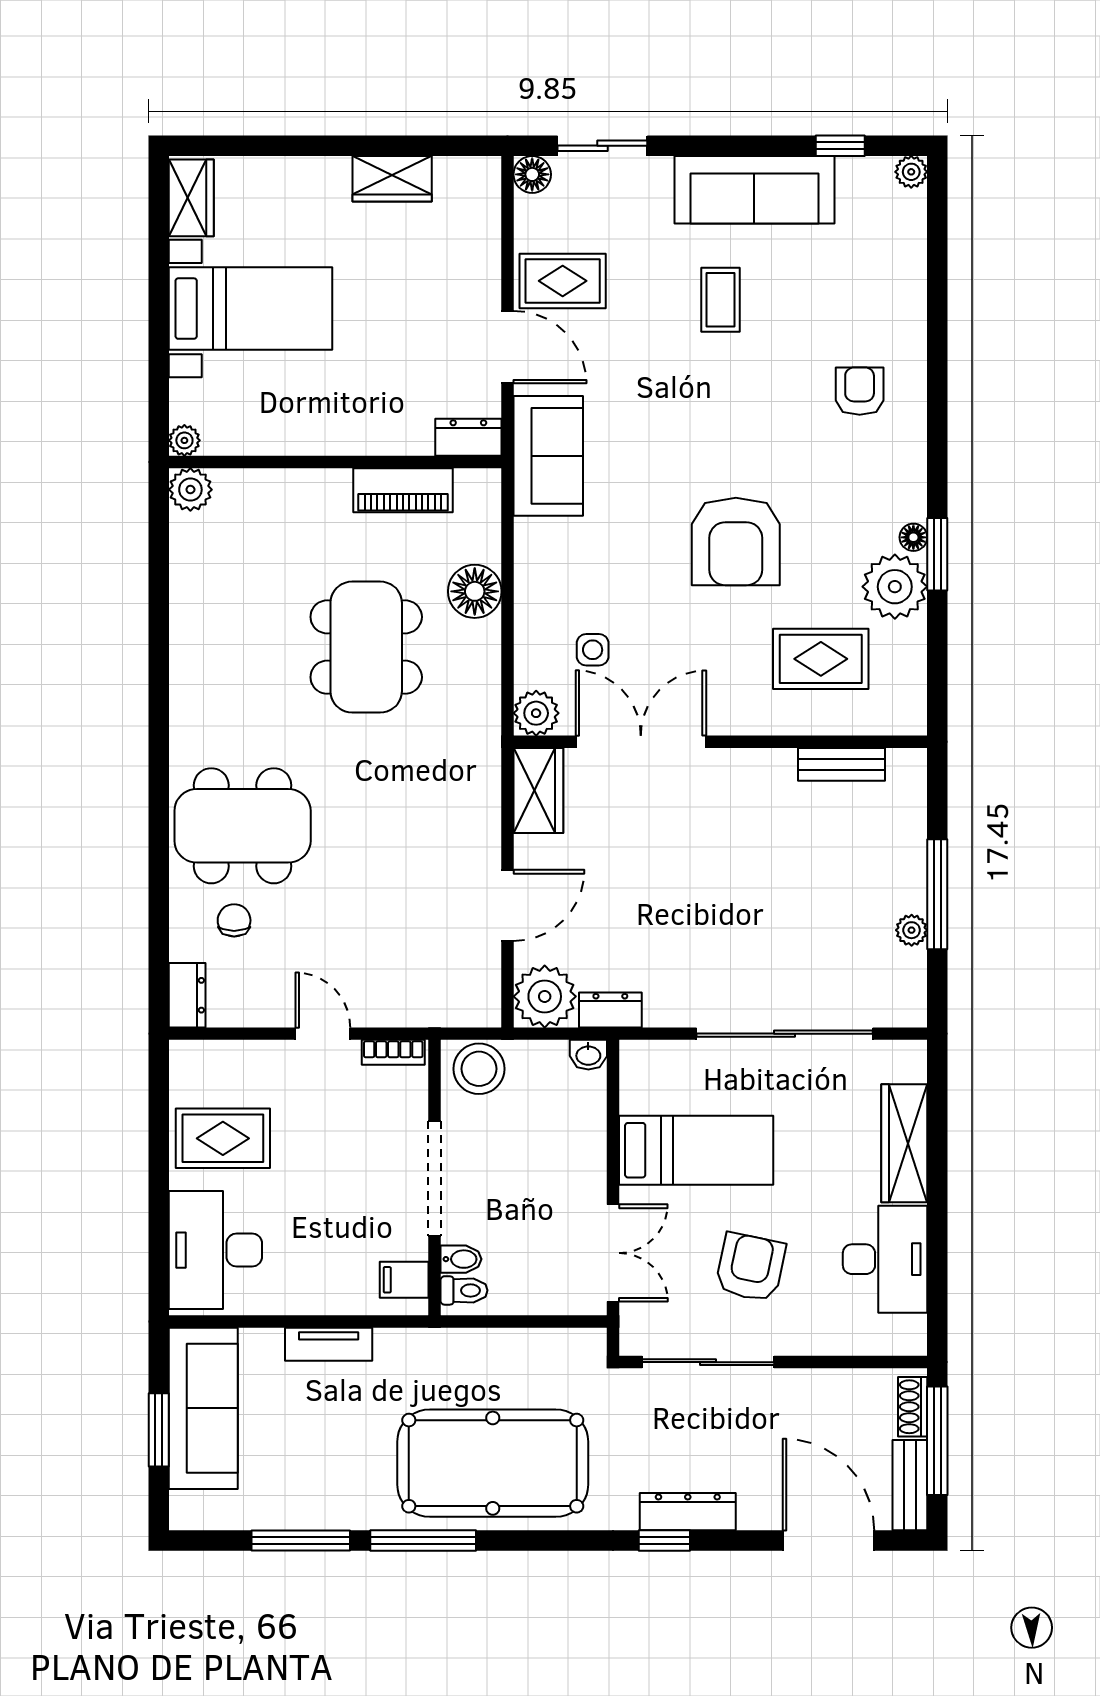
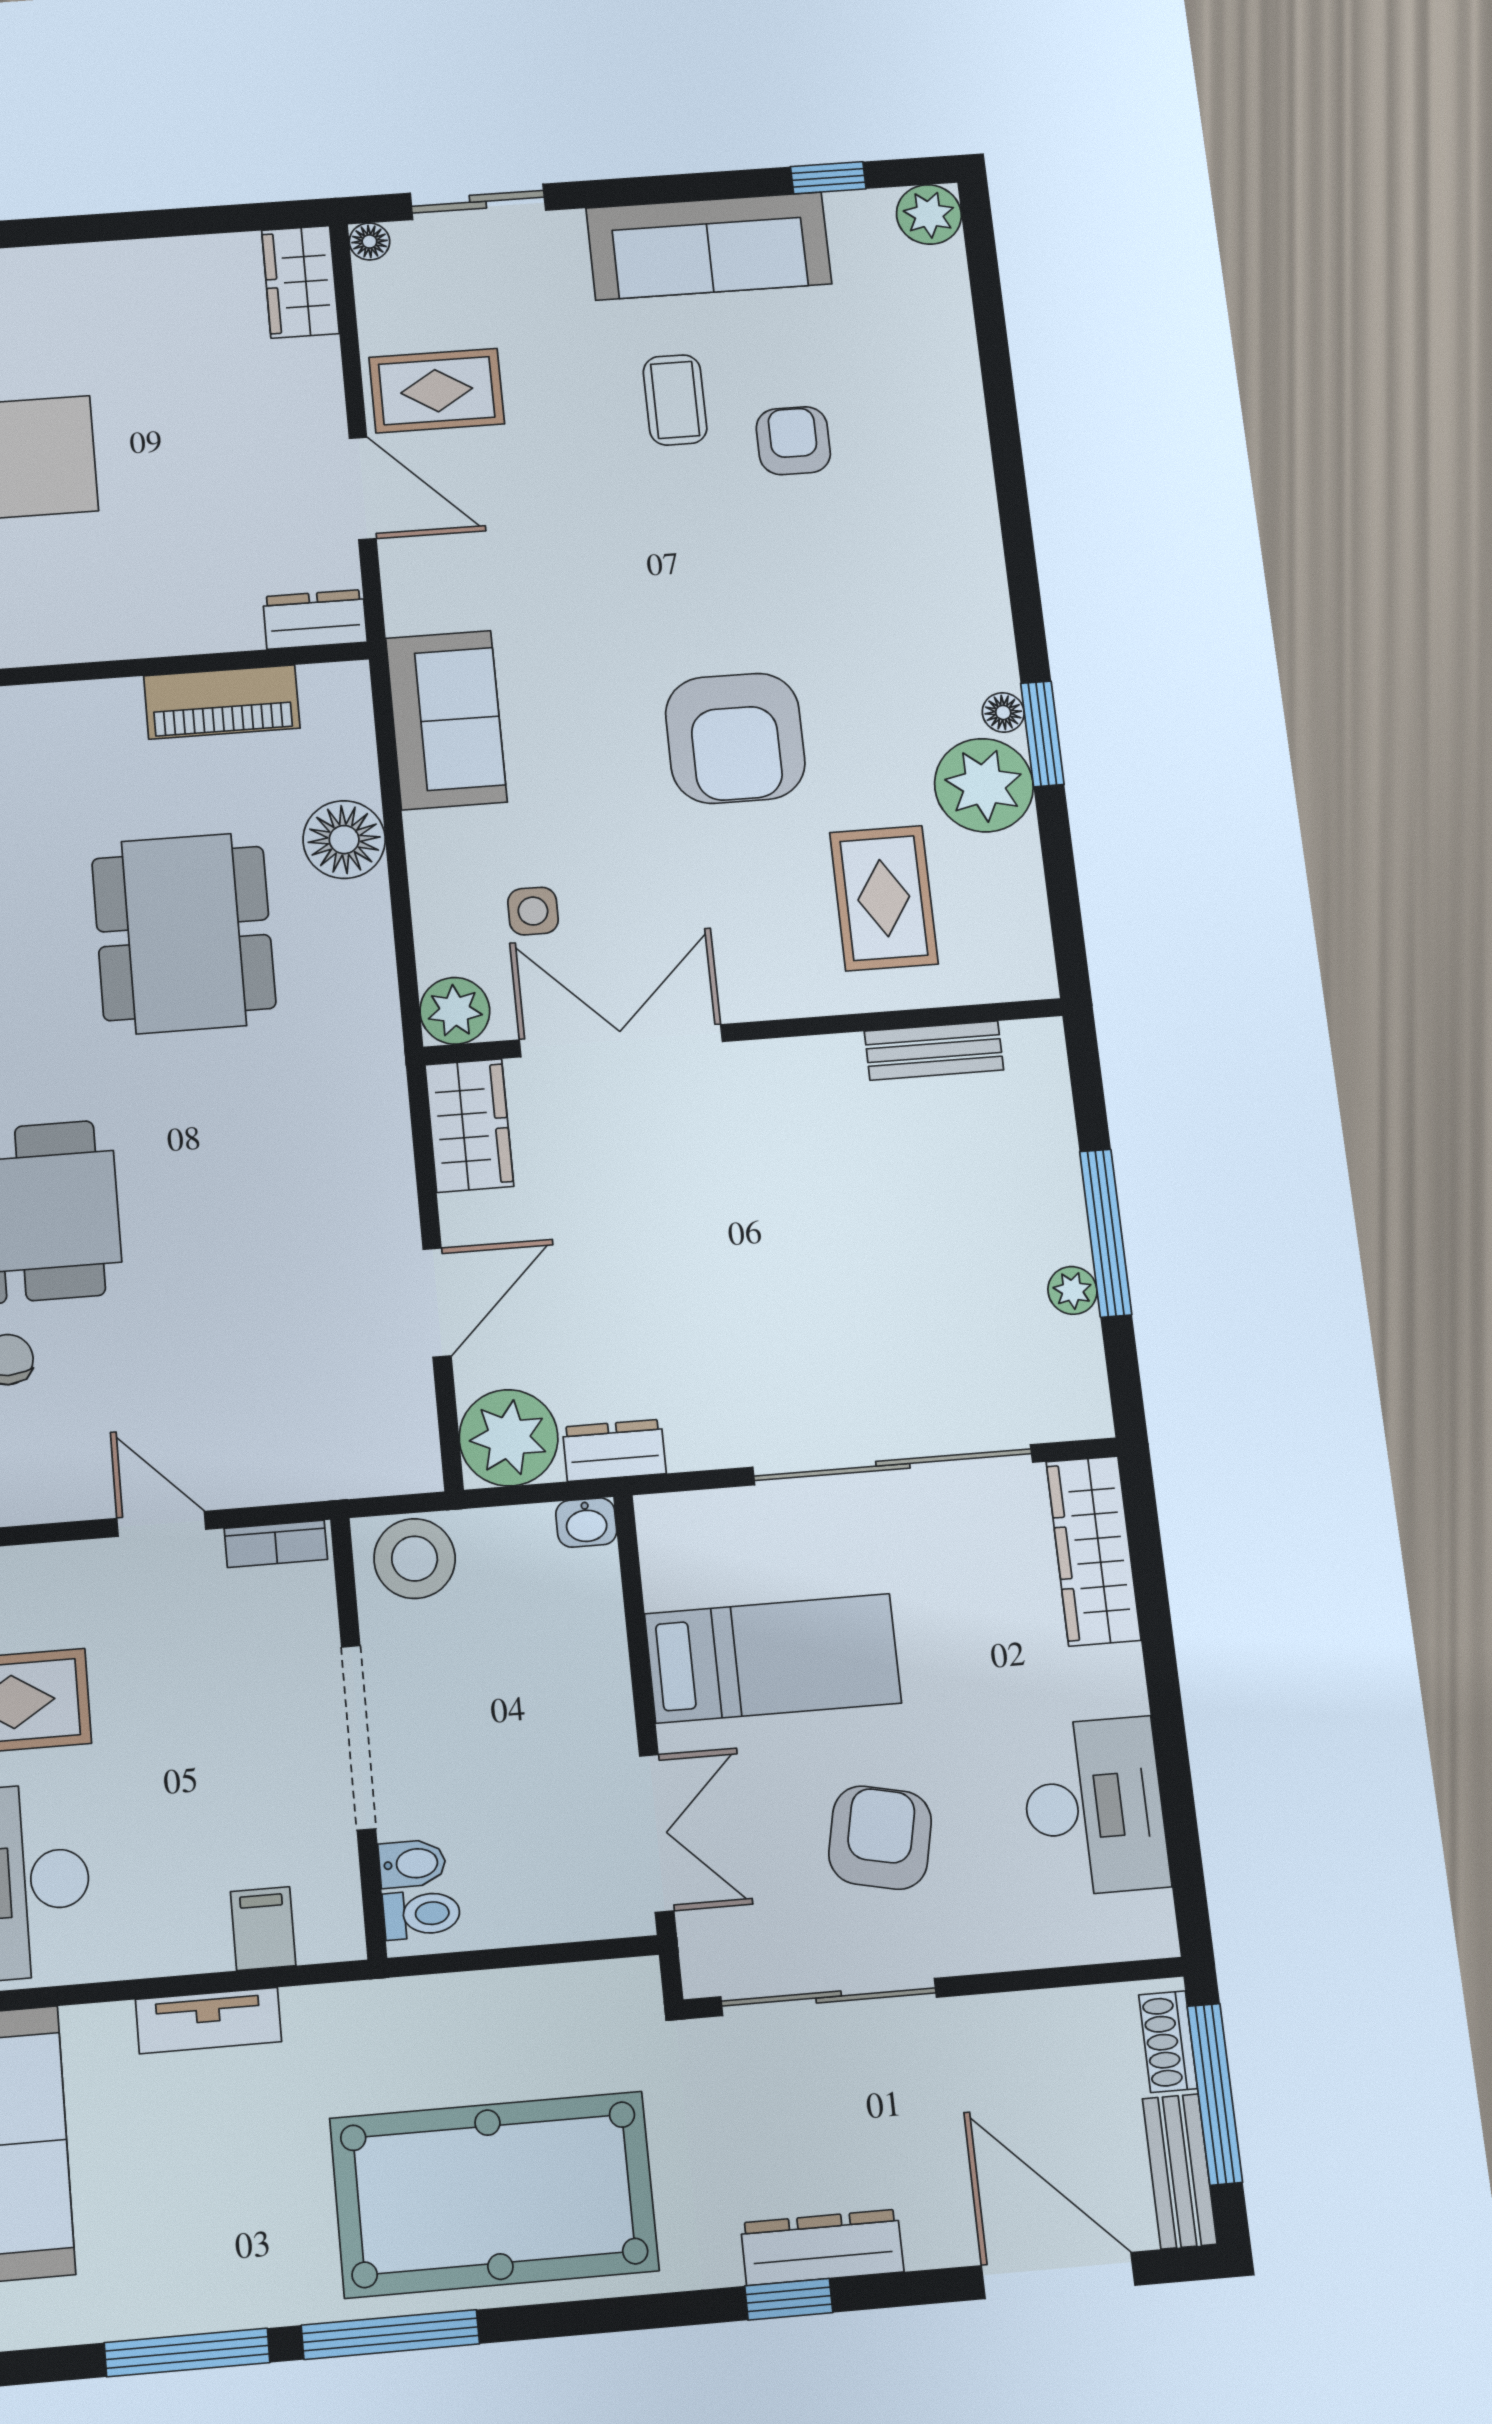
plant: (911, 172) -> (929, 215), width x1.38, depth x1.38
floor lamp: (532, 174) -> (369, 242), width x0.73, depth x0.73
wardrobe: (392, 179) -> (300, 282), moved, turned 90
armchair: (860, 391) -> (793, 441), moved
sofa: (548, 456) -> (446, 720), moved
rug: (821, 659) -> (884, 898), turned 90
wardrobe: (904, 1143) -> (1093, 1551), moved
filing cabinet: (404, 1280) -> (263, 1929), moved, turned 90

